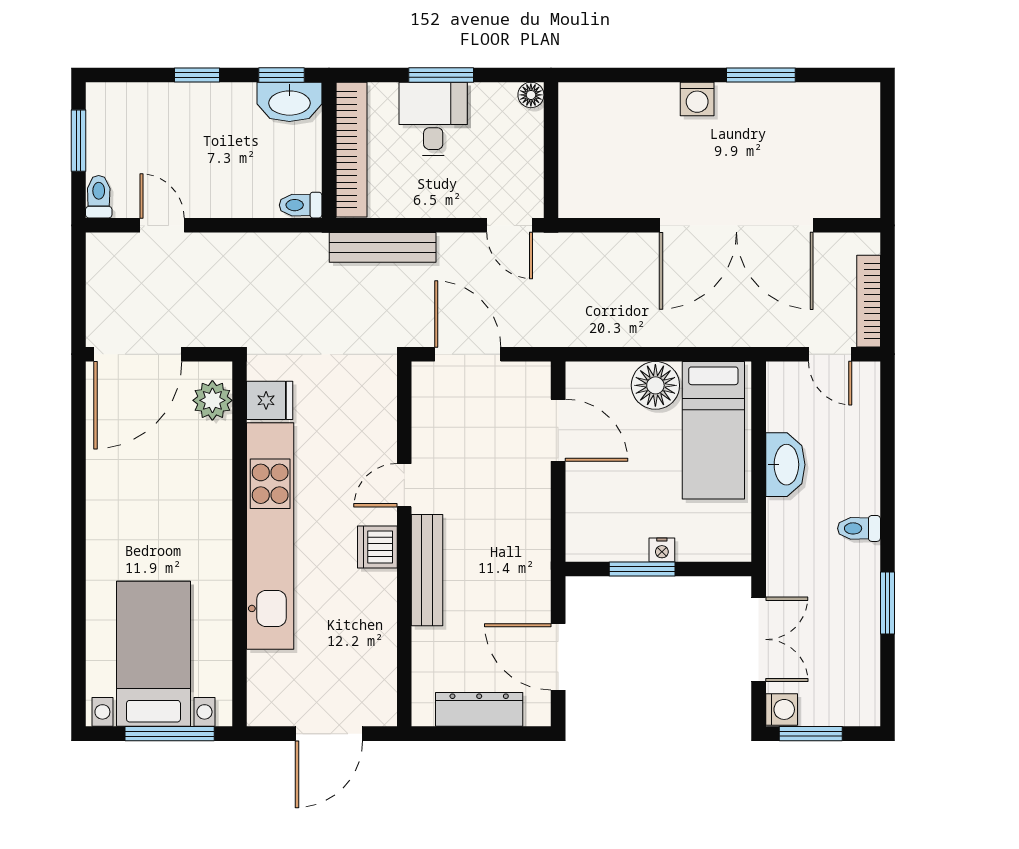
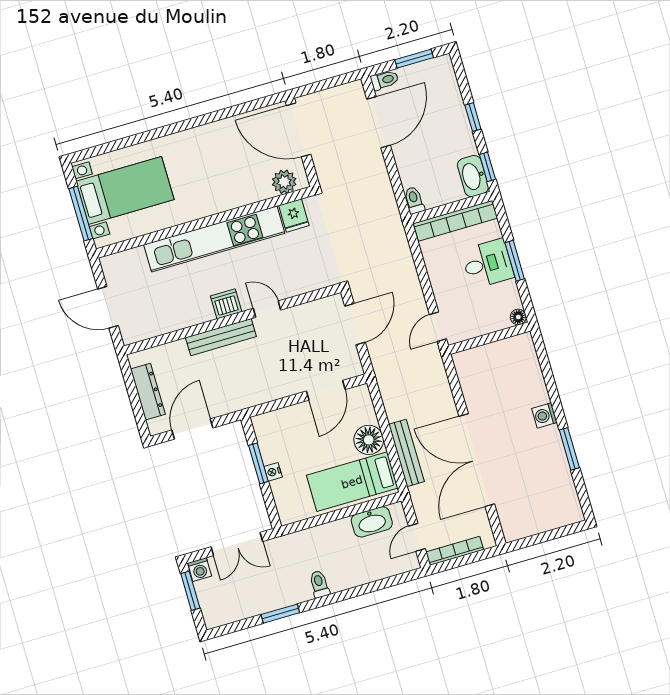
door: (162, 225) -> (379, 122), width x1.88
bench: (383, 247) -> (406, 453), moved
washbasin: (785, 465) -> (372, 522), moved

